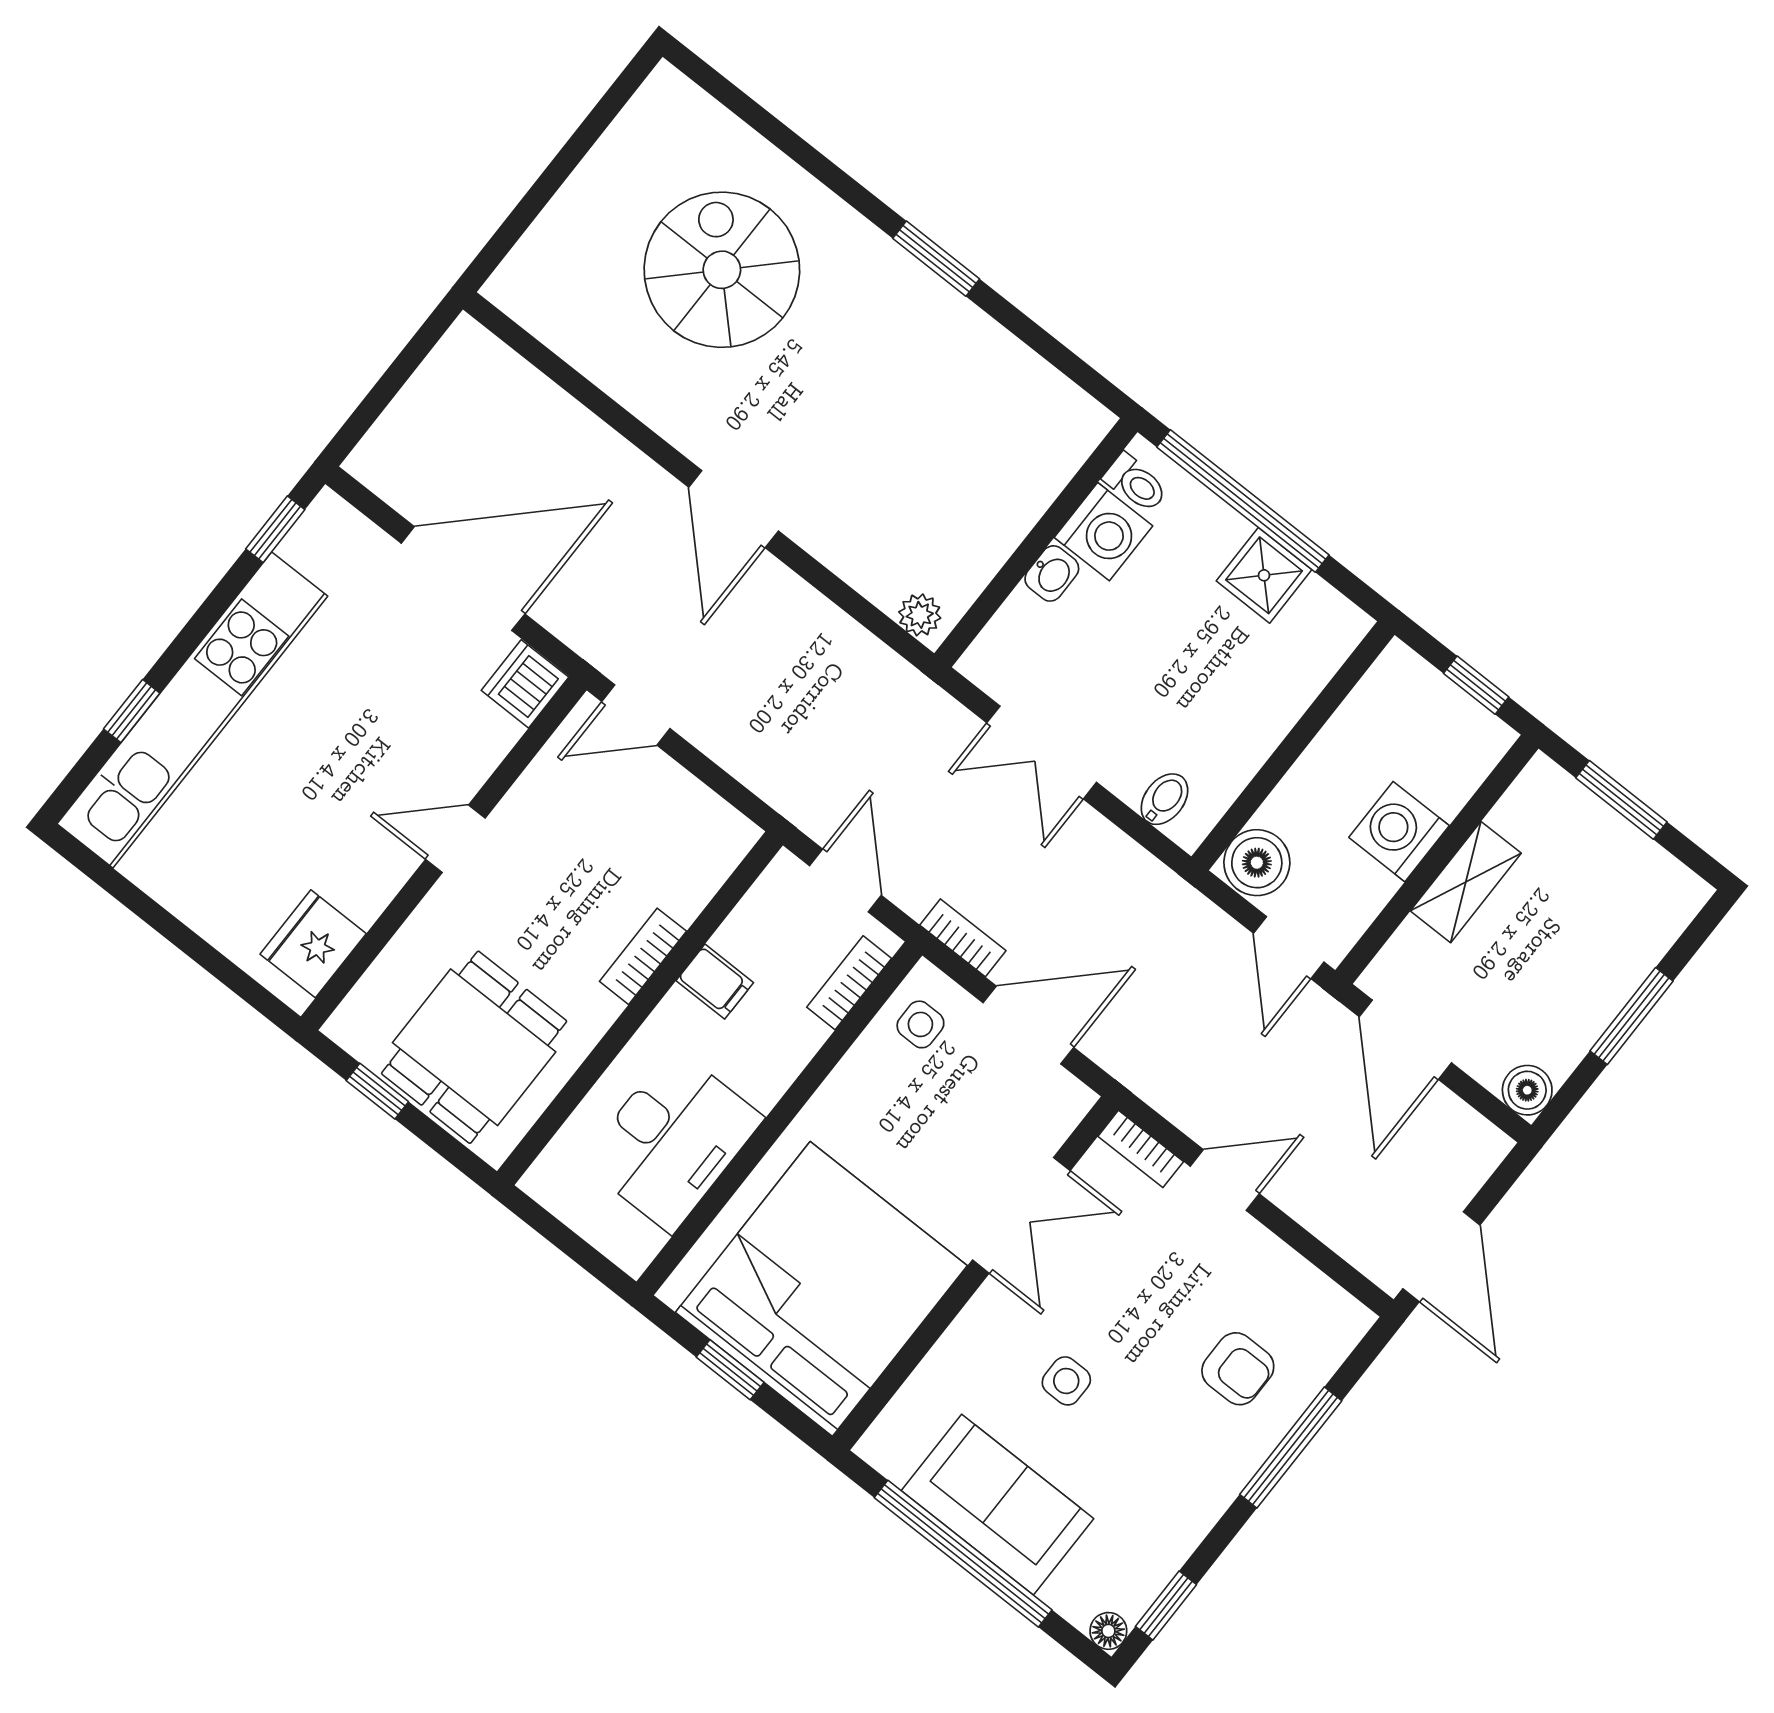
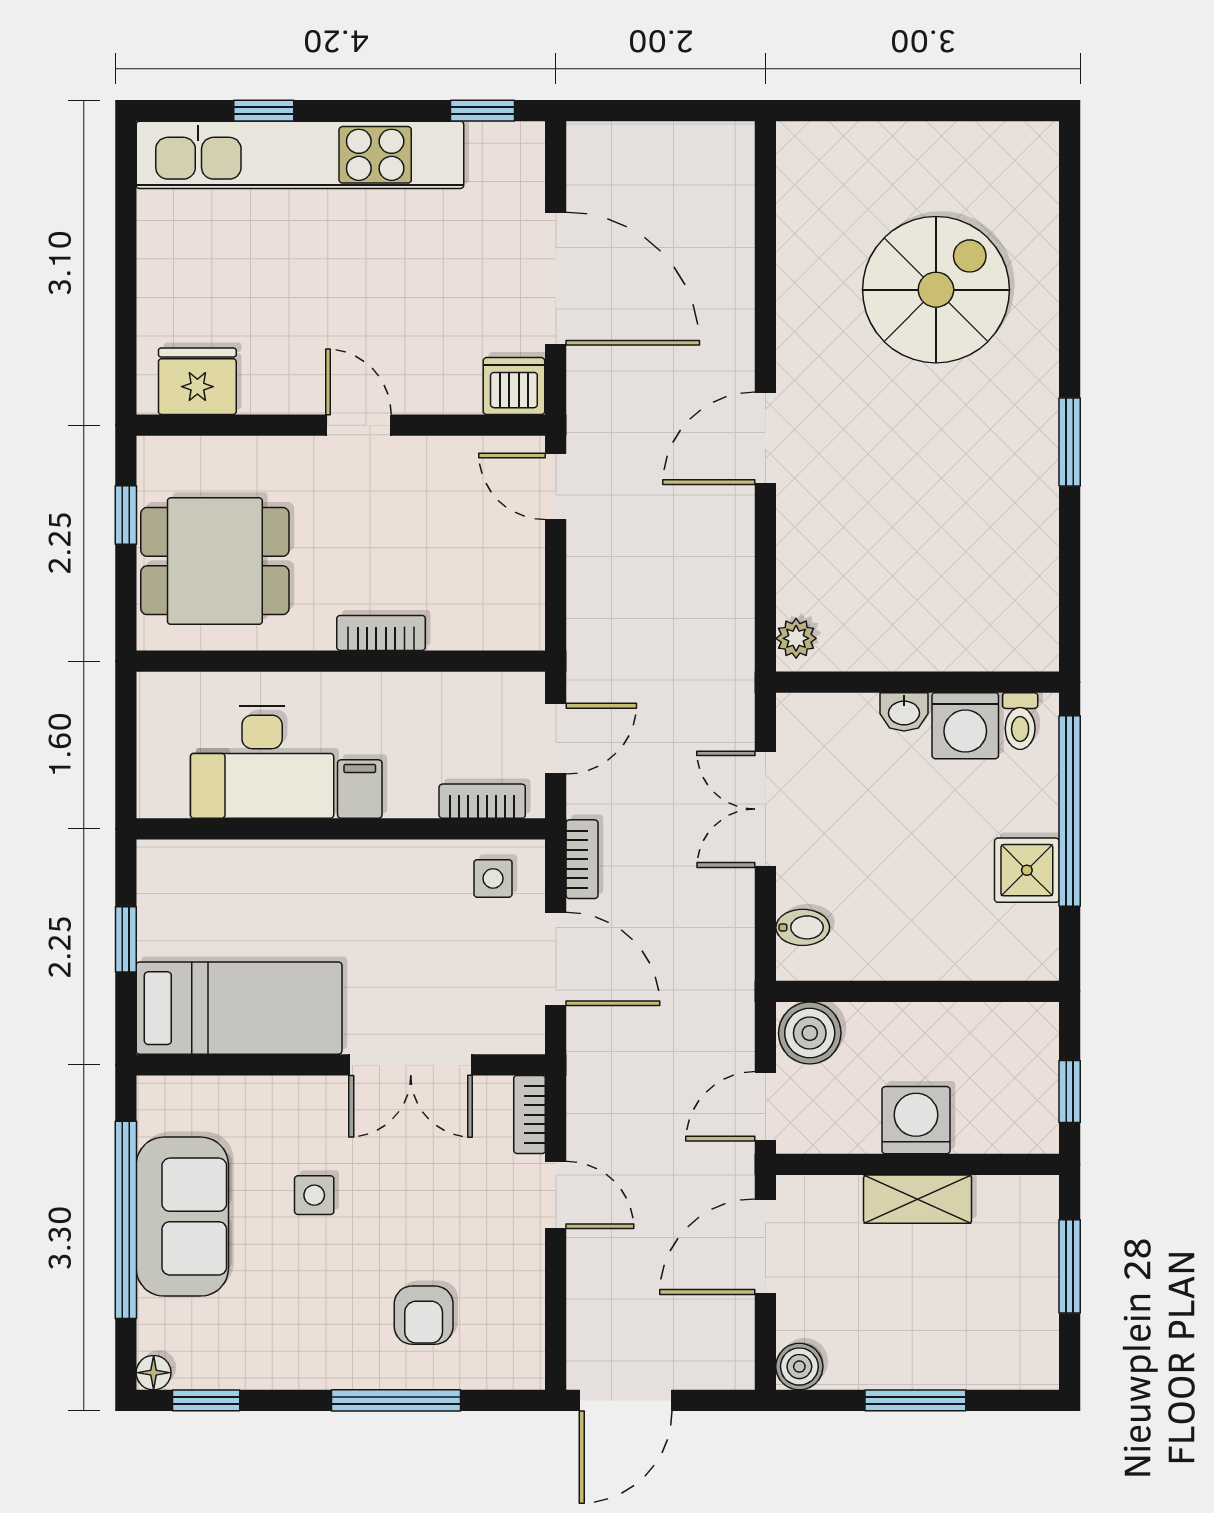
filing cabinet: (715, 982) -> (360, 789), moved, turned 180
bed: (821, 1289) -> (239, 1008), width x0.49

